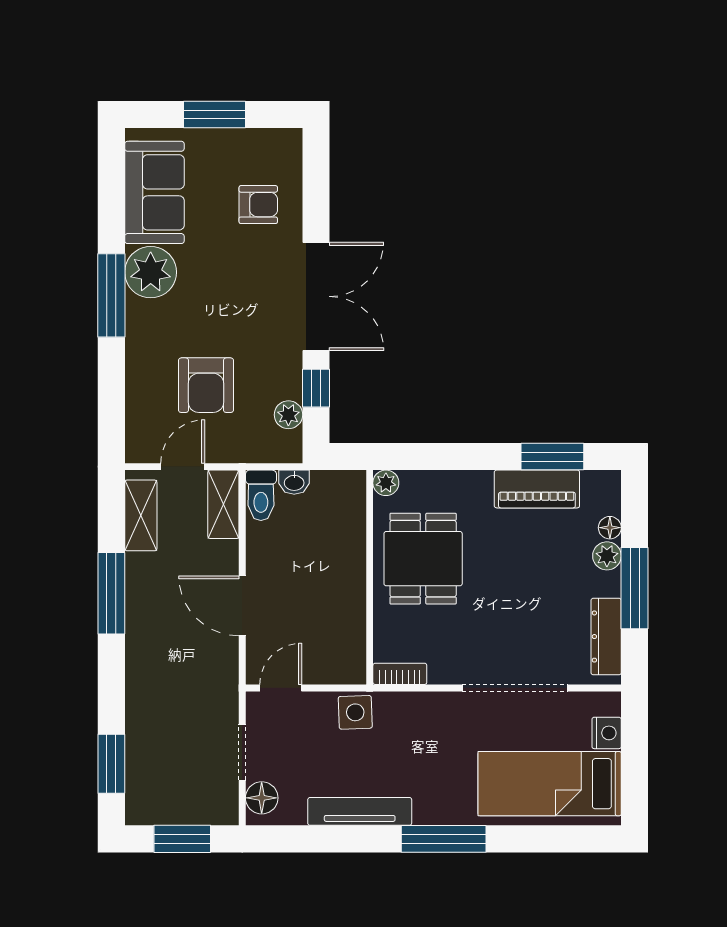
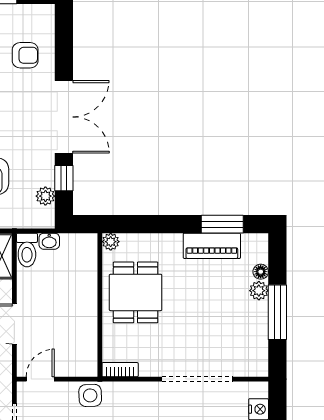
dresser: (606, 637) -> (258, 345), removed

